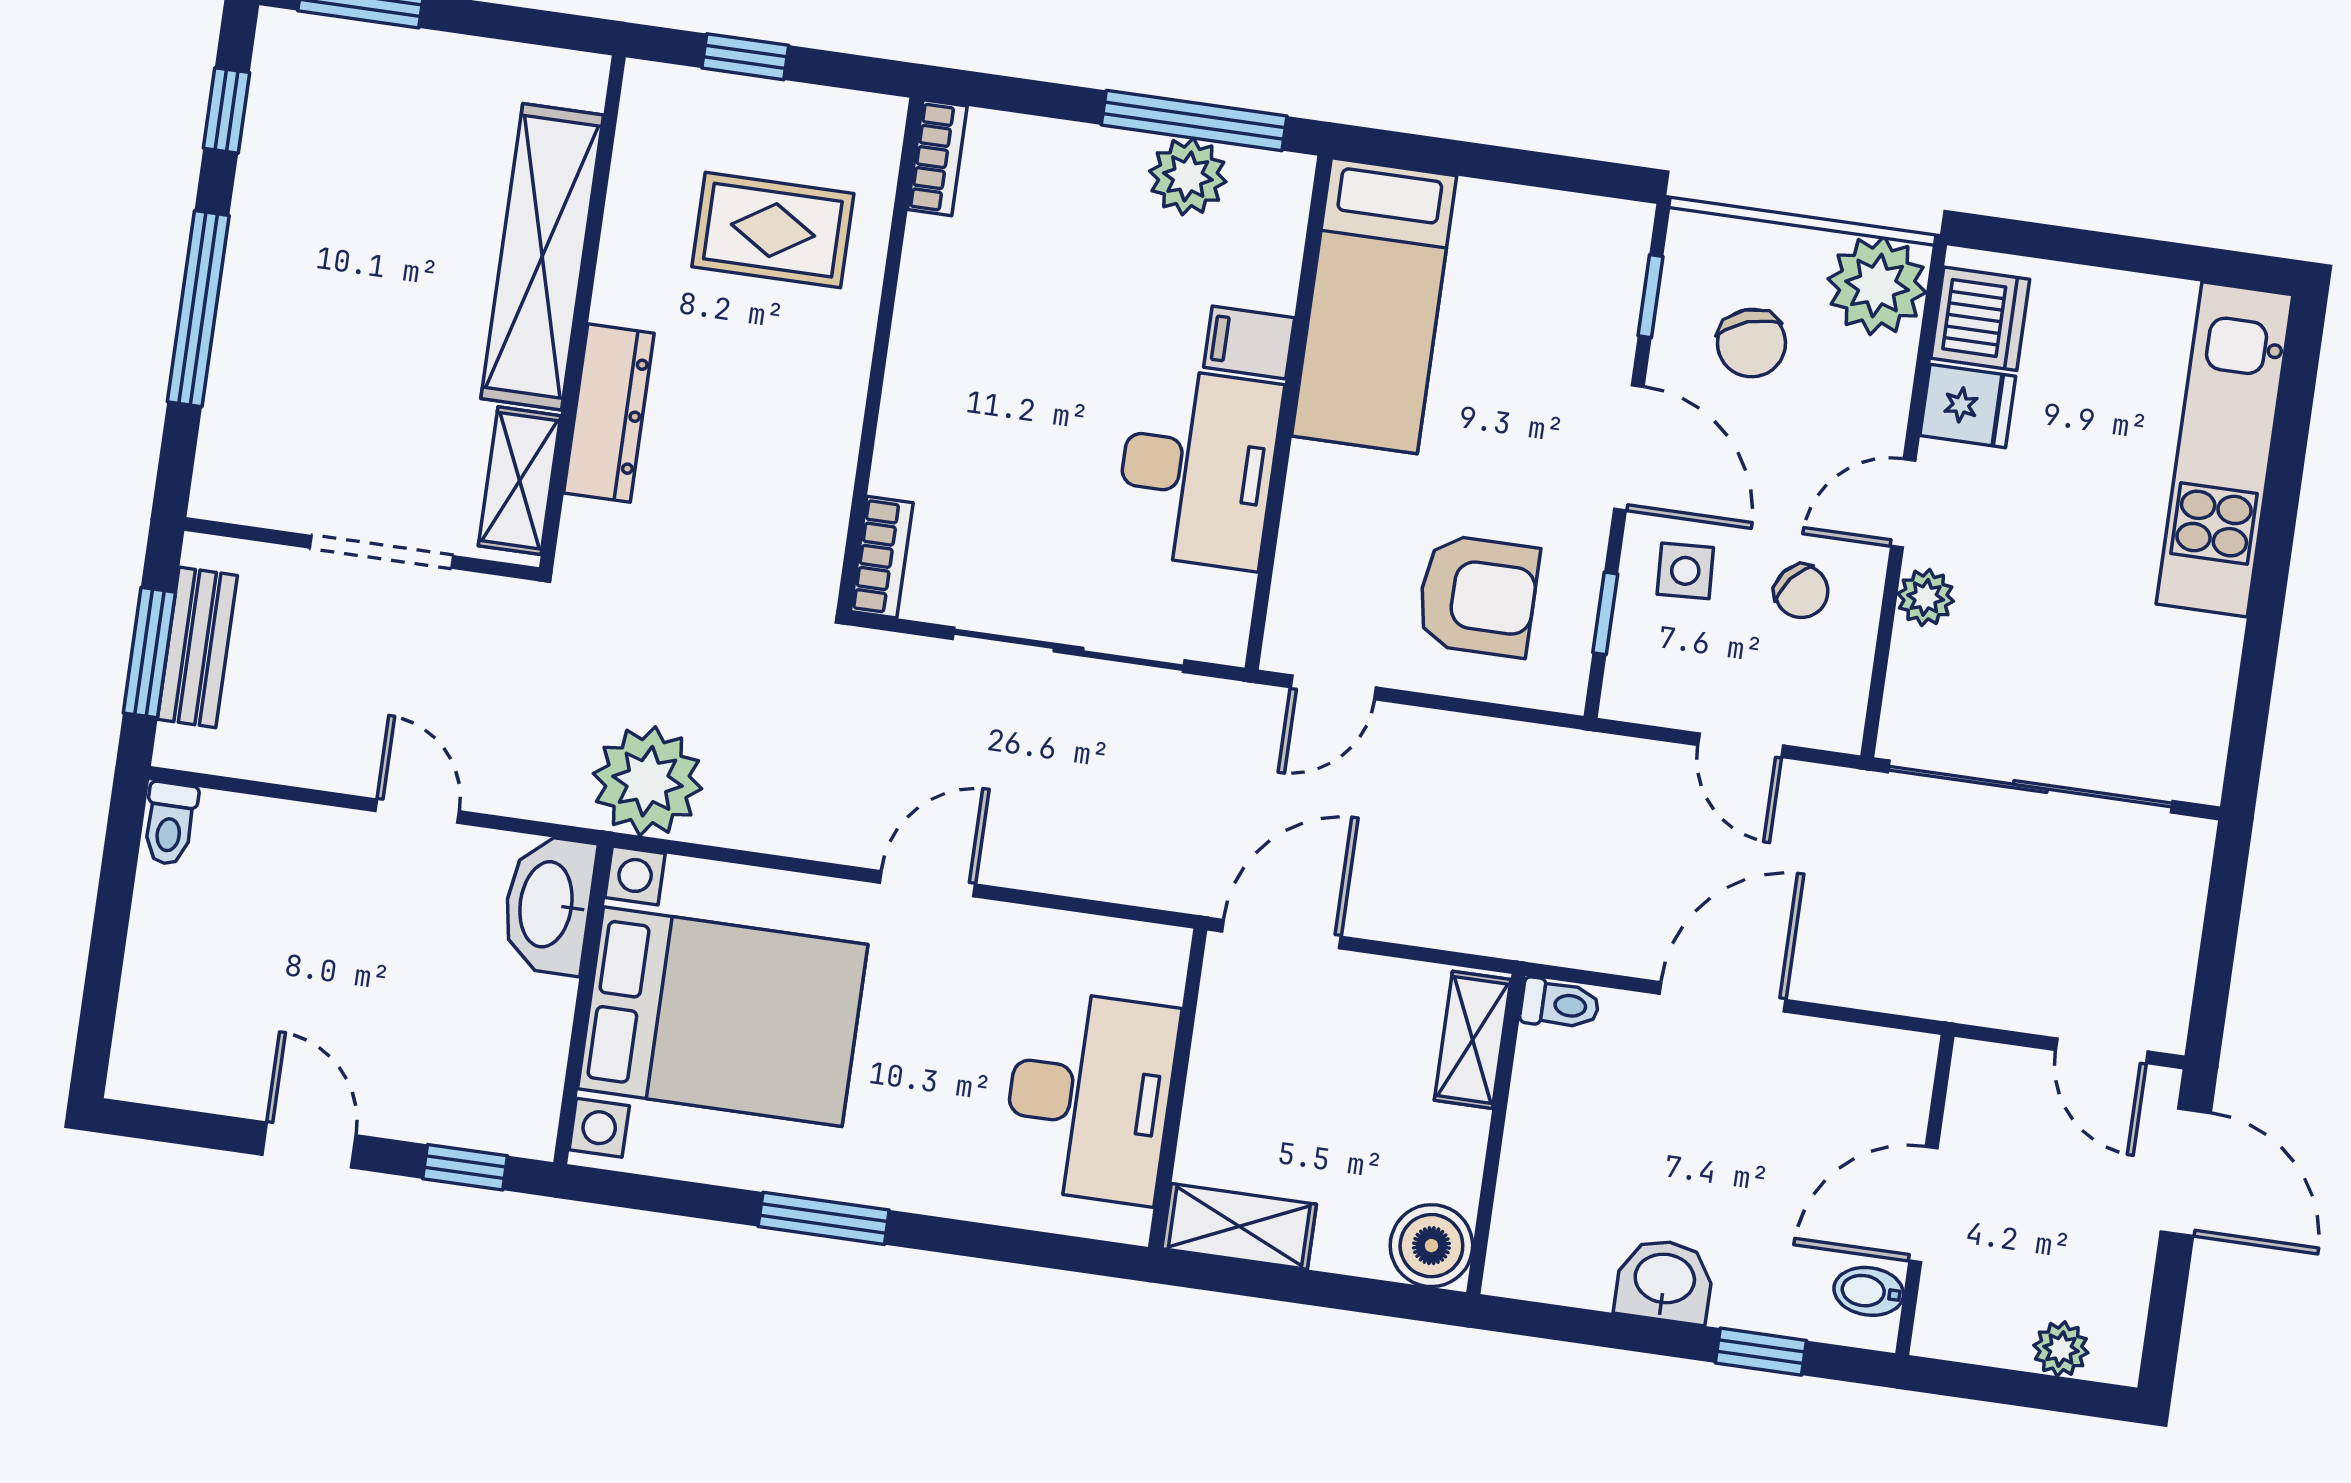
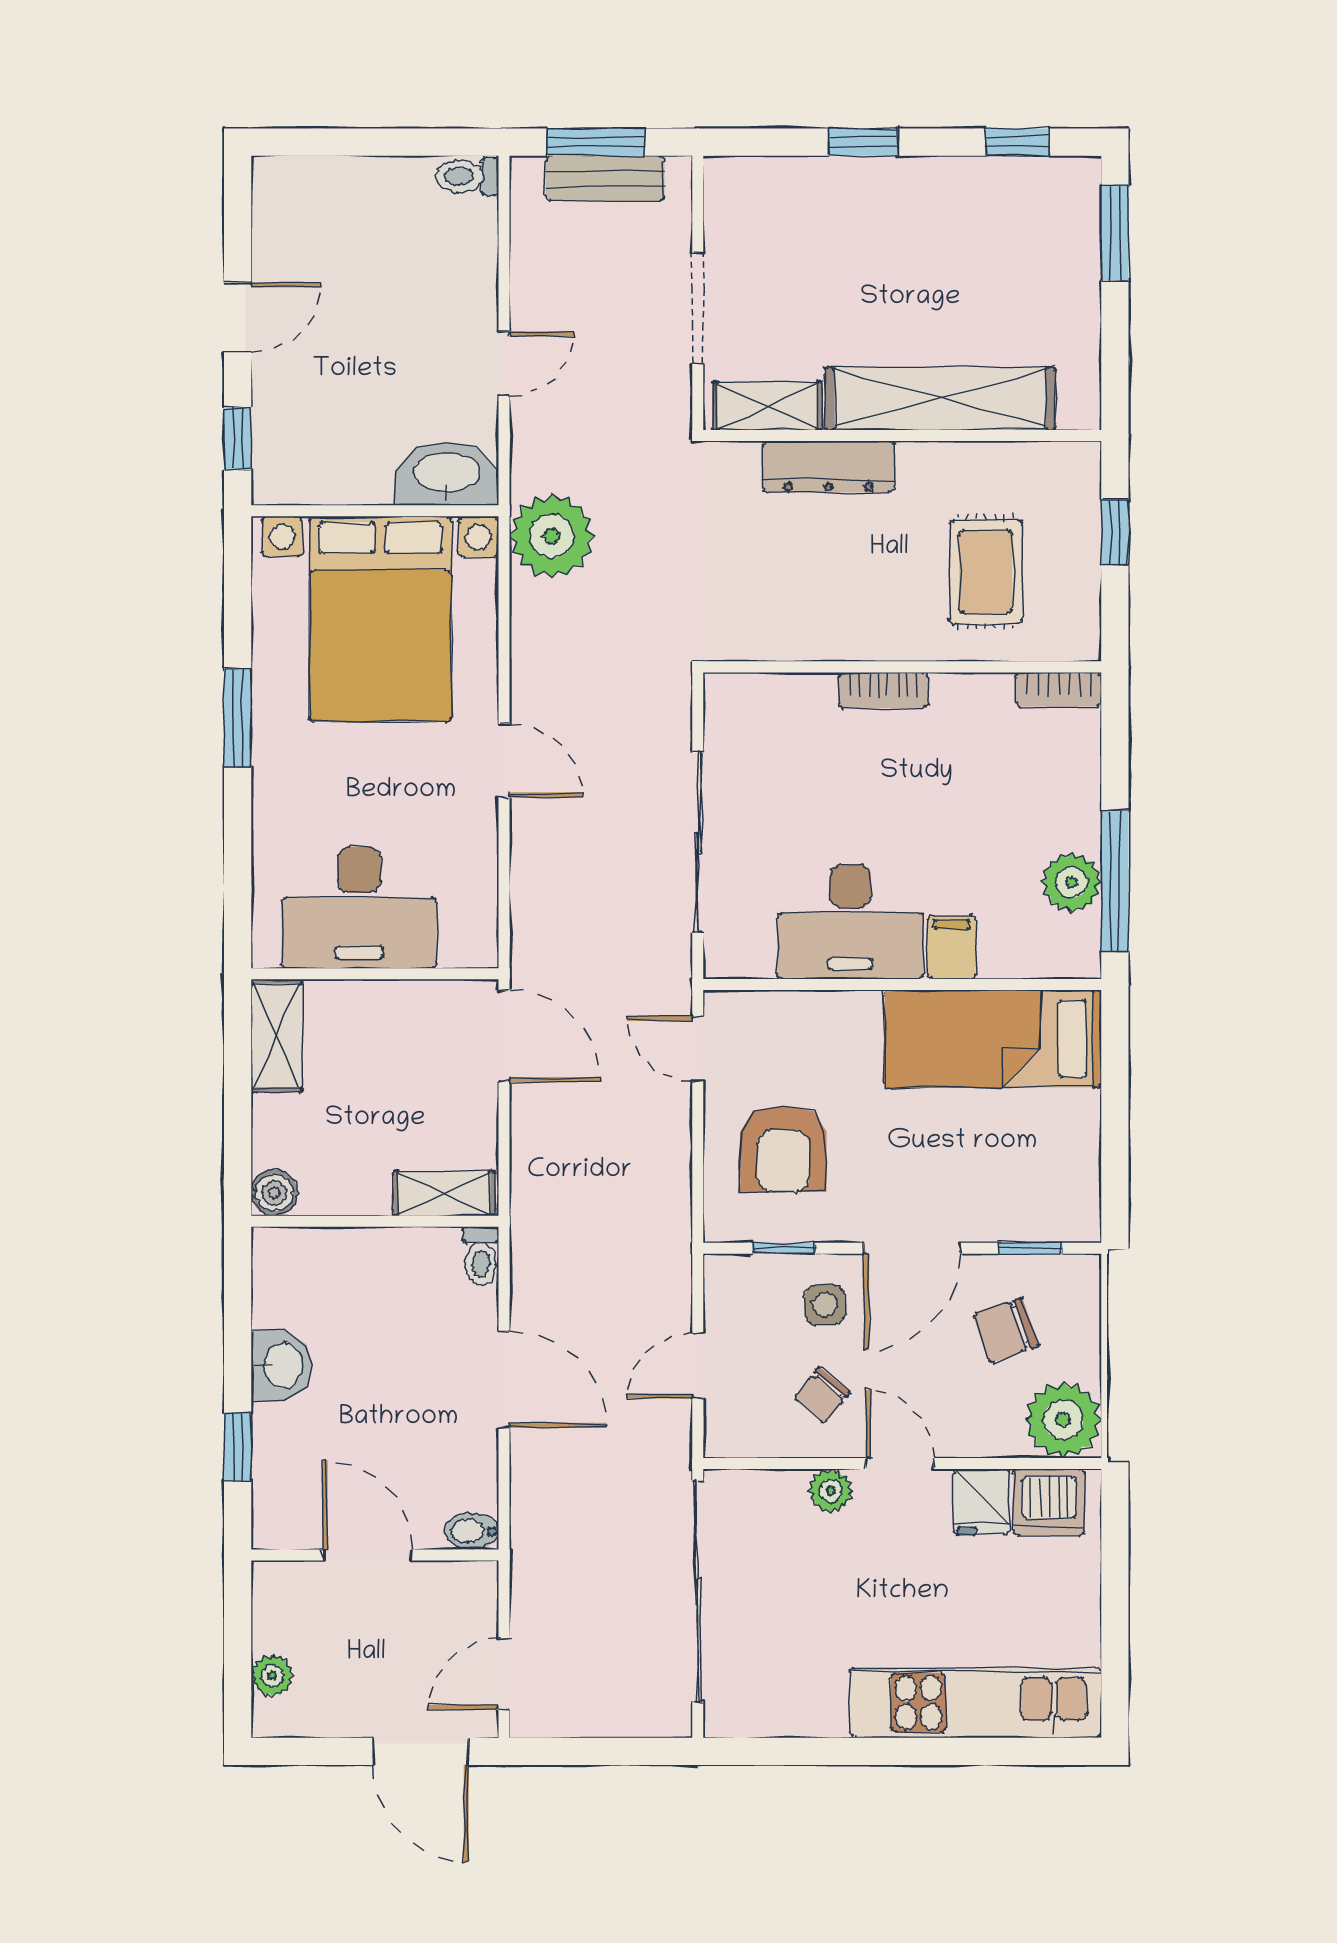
window: (198, 309) -> (863, 142), width x0.46
bookcase: (882, 557) -> (883, 690), moved
door: (2186, 1172) -> (421, 1751), hinge flipped
boiler: (1431, 1246) -> (274, 1193), width x0.73, depth x0.73
bidet: (1869, 1291) -> (472, 1531), moved, turned -90

